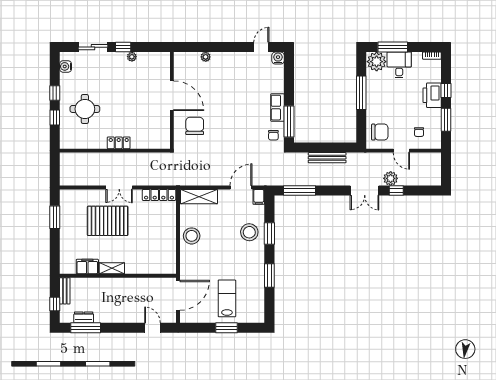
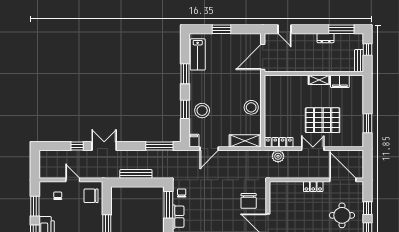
door: (84, 151) -> (343, 180), added
plant: (391, 178) -> (278, 156), moved
lab bench: (227, 298) -> (198, 54), moved
dresser: (84, 317) -> (326, 38), moved

